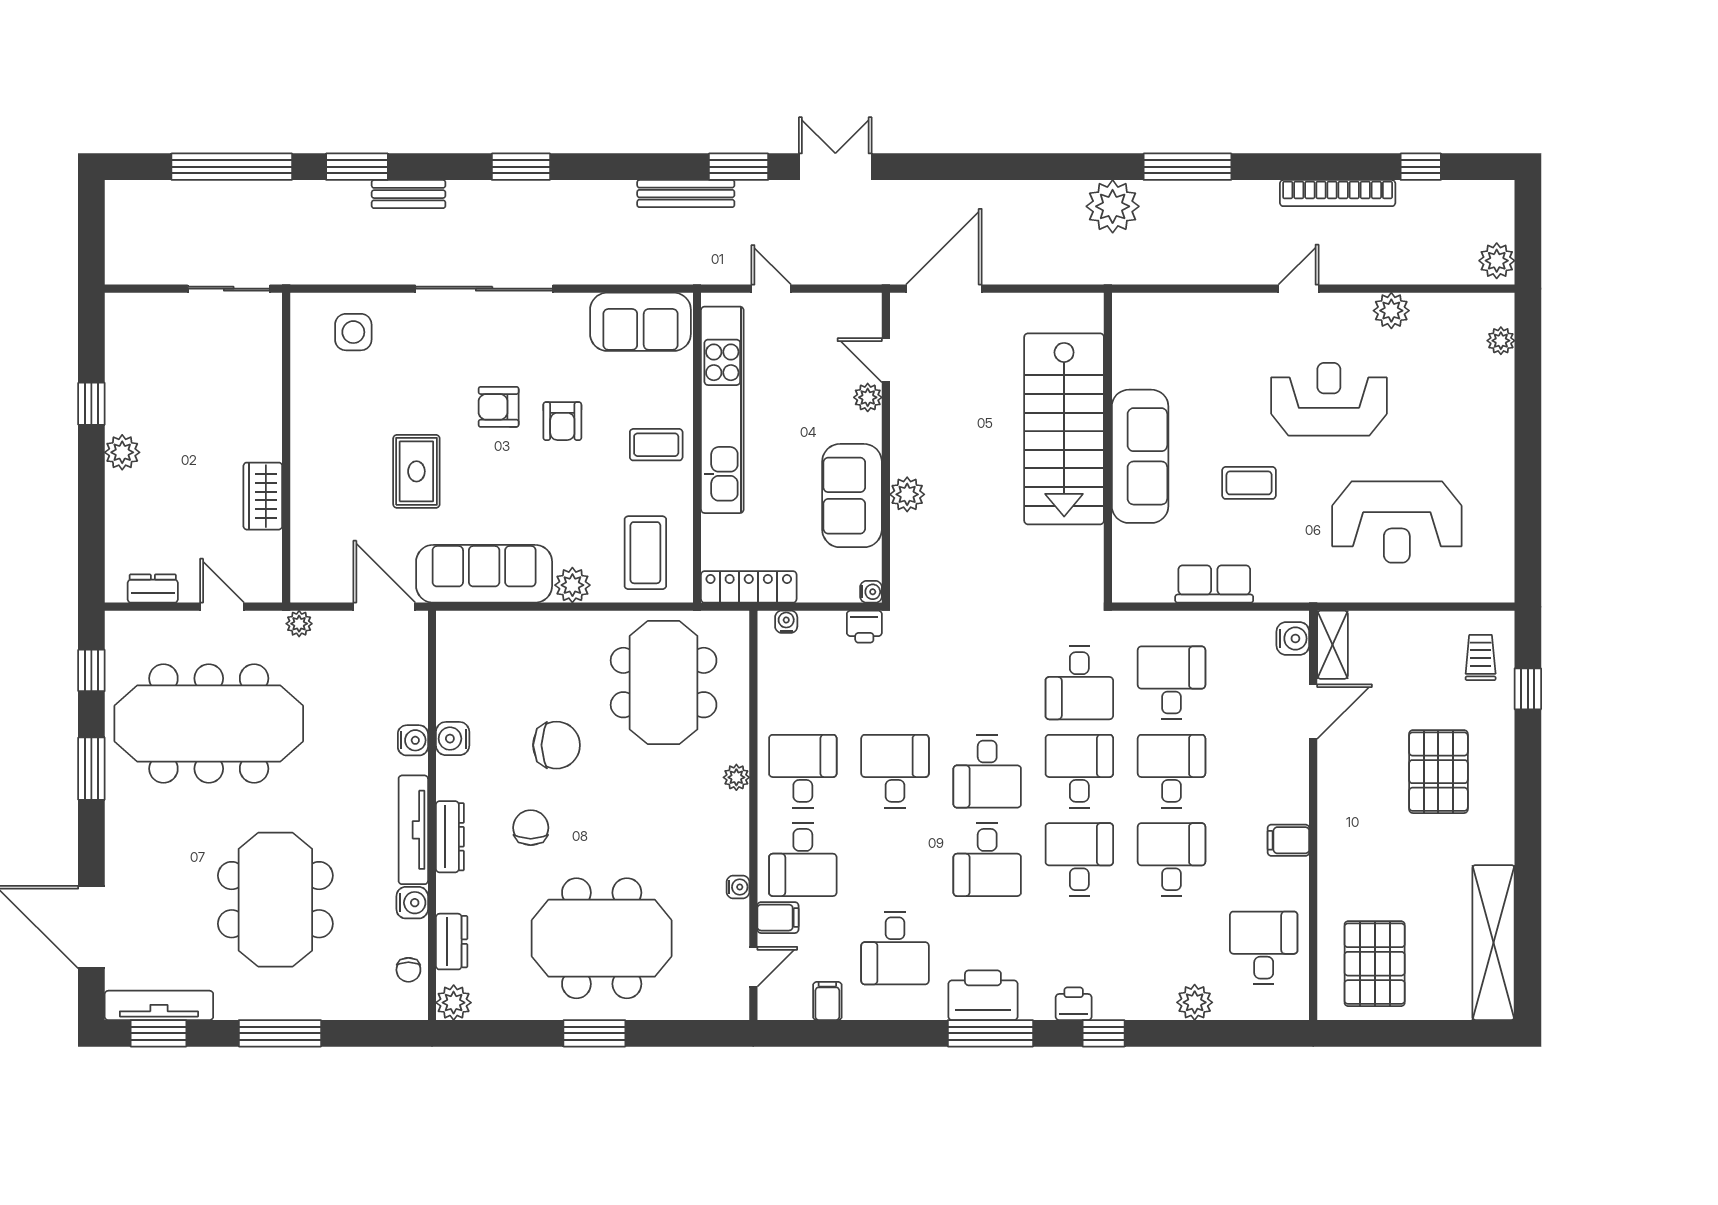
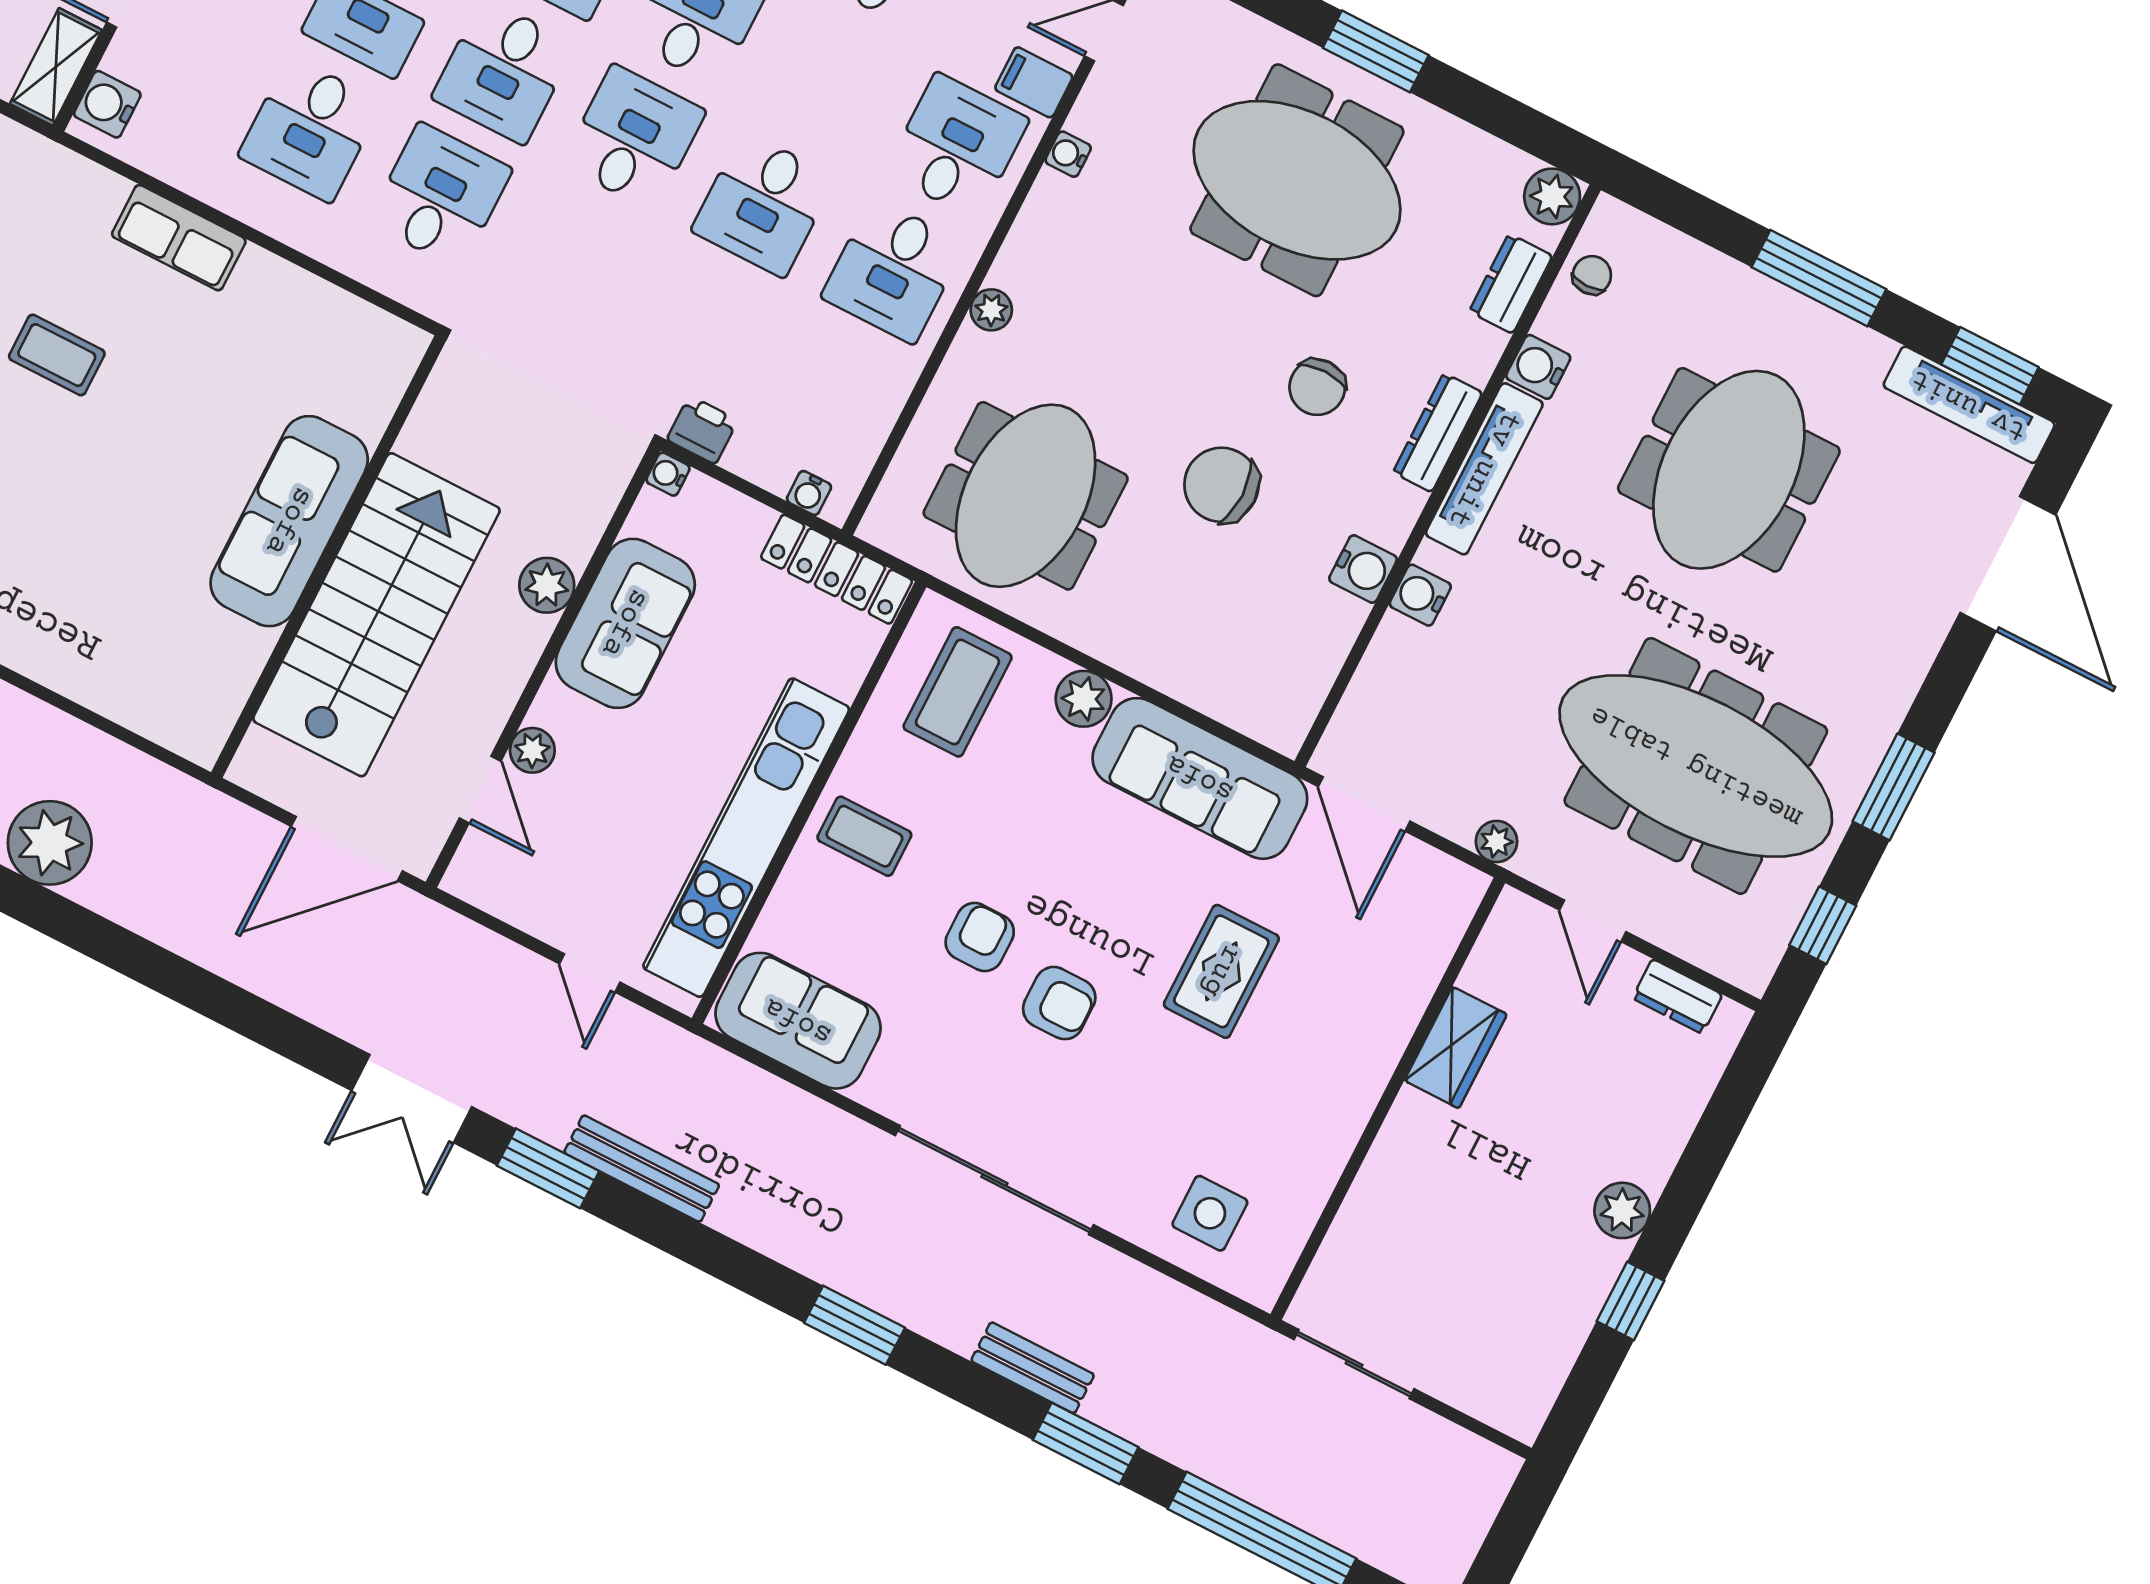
stairs: (1064, 429) -> (376, 615), moved
wall: (1108, 448) -> (328, 557), moved
sofa: (1140, 456) -> (289, 521), moved

